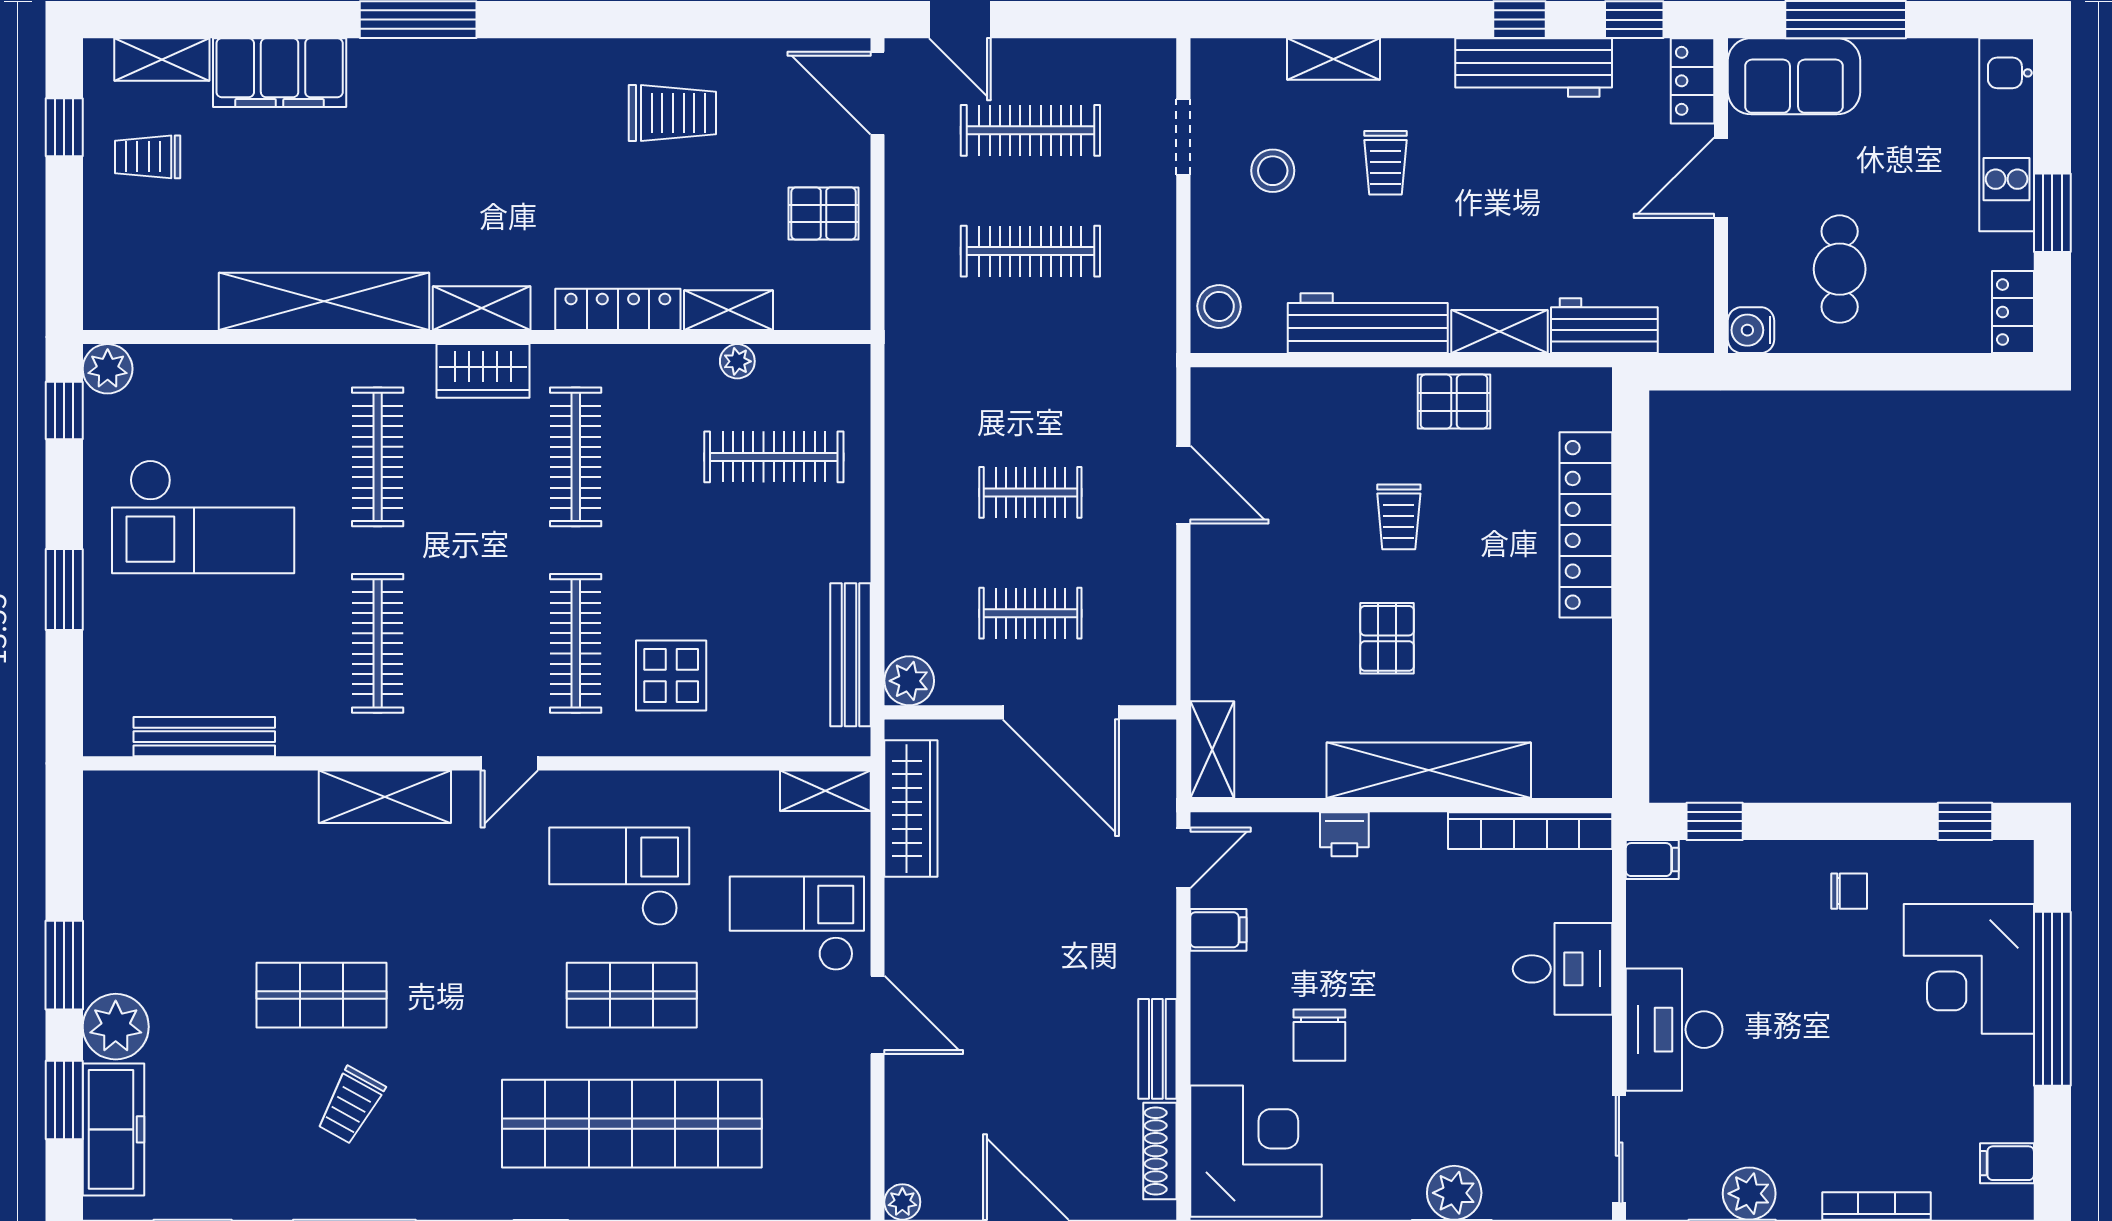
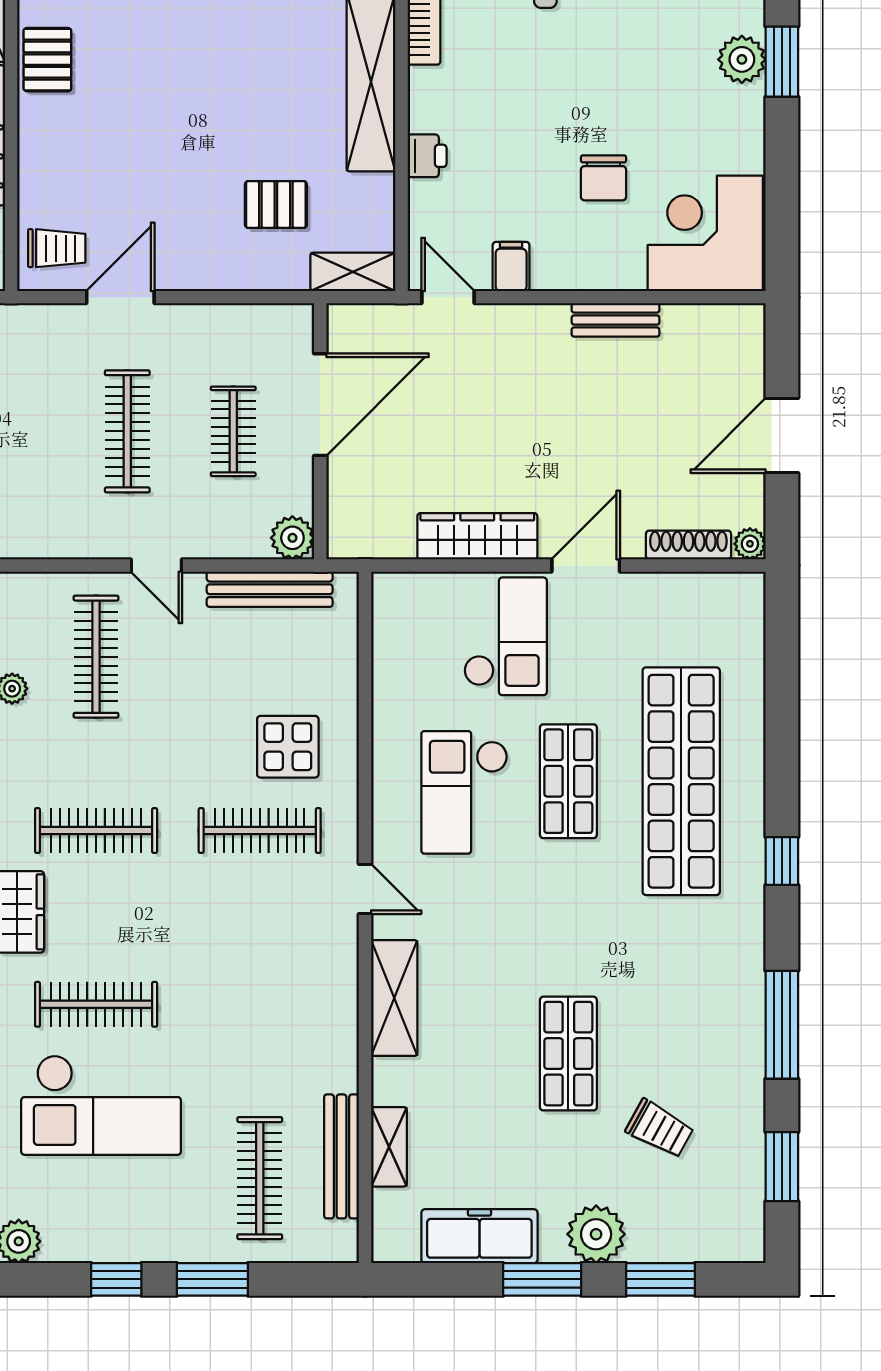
window: (64, 410) -> (116, 1279), moved
clothes rail: (1030, 492) -> (127, 431), width x1.36
checkout: (203, 516) -> (101, 1105), moved, turned 90
trolley: (1399, 517) -> (57, 248), moved
door: (878, 526) -> (156, 566), added
pallet: (1387, 638) -> (276, 204), moved
clothes rail: (378, 643) -> (260, 1178), moved, turned 90
shelving: (825, 791) -> (389, 1147), moved
wardrobe: (911, 809) -> (477, 536), moved
checkout: (797, 923) -> (505, 636), turned 180
chair: (1319, 1035) -> (603, 178), turned 90
trolley: (351, 1105) -> (660, 1129), moved
freezer: (113, 1129) -> (479, 1236), moved
shoe rack: (1160, 1151) -> (688, 545), moved, turned 180

